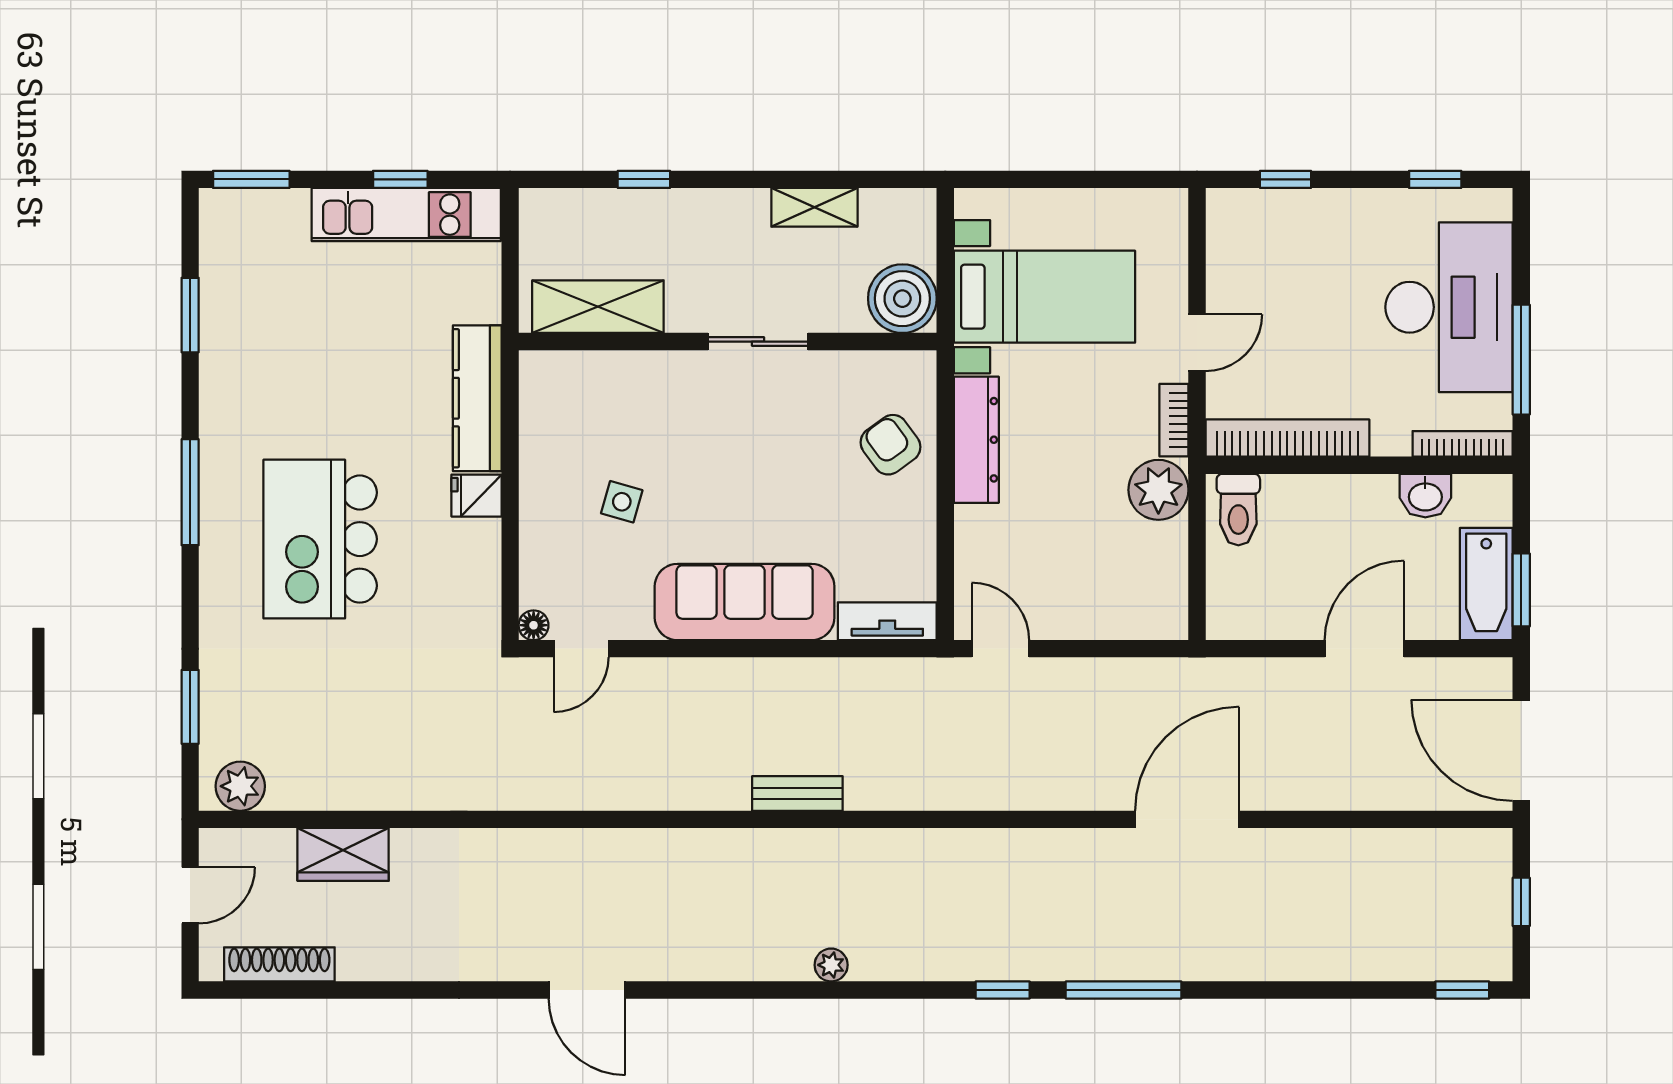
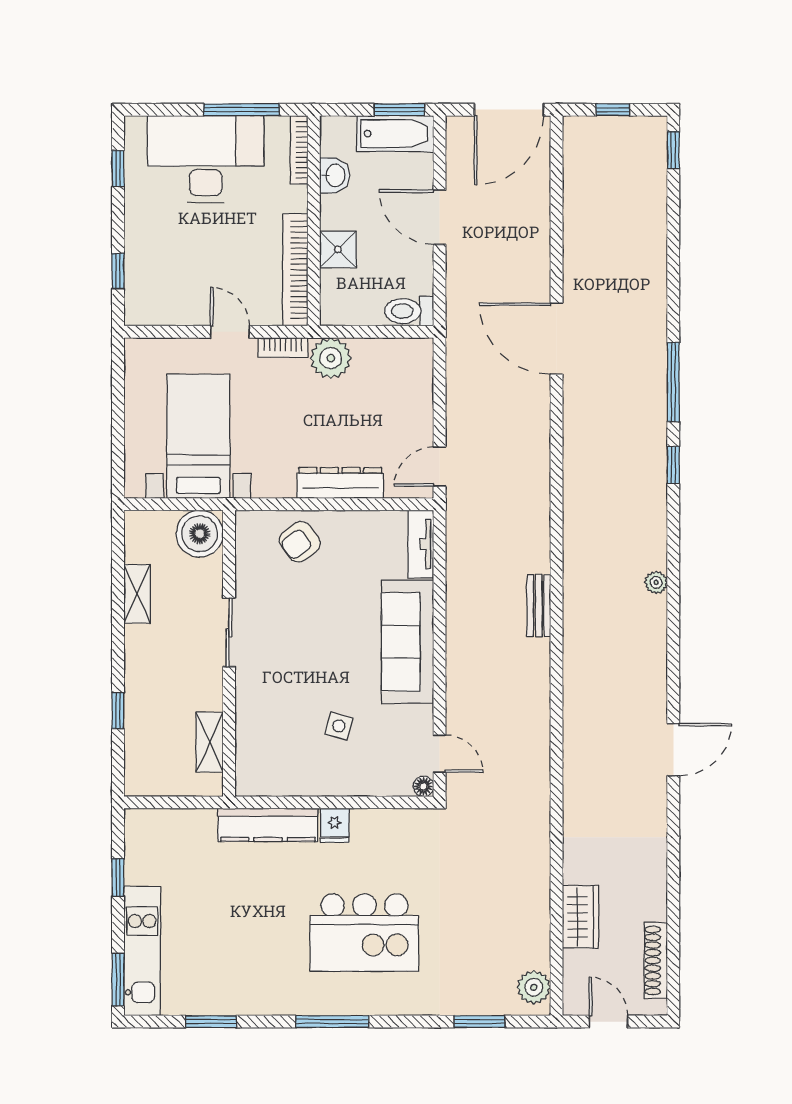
kitchen unit: (406, 215) -> (142, 951), moved
shelving: (598, 307) -> (210, 742), width x0.67, depth x0.75
dresser: (976, 440) -> (340, 483), moved
shower: (1317, 501) -> (338, 249), added
toilet: (1238, 510) -> (409, 311), moved, turned 180

